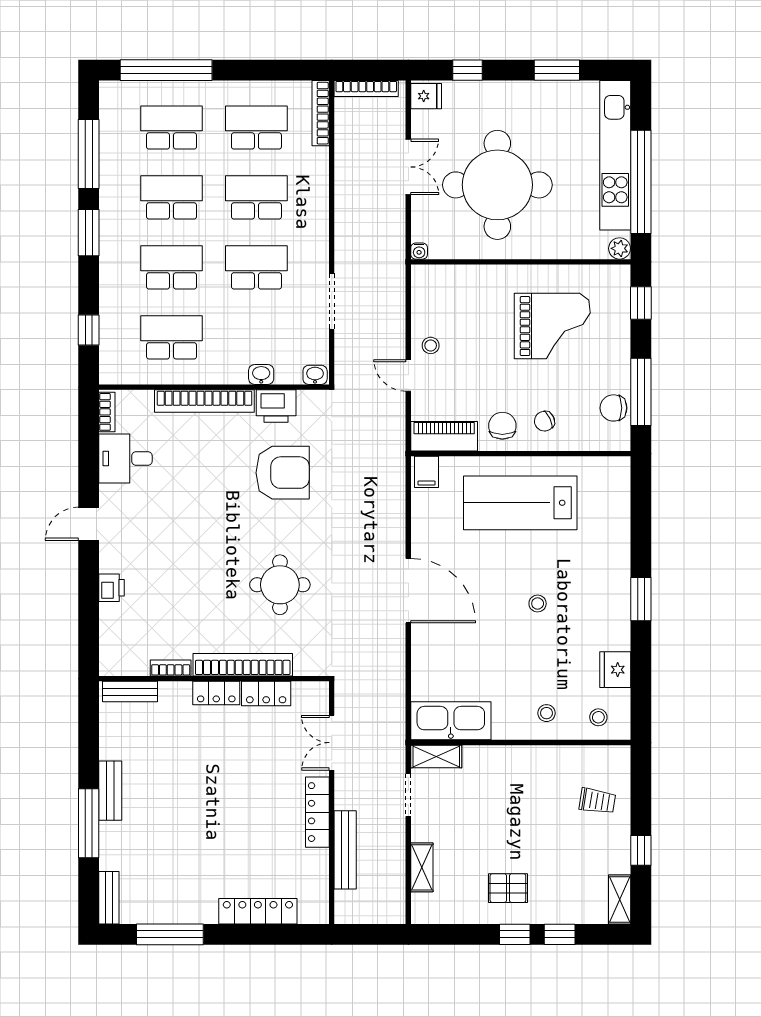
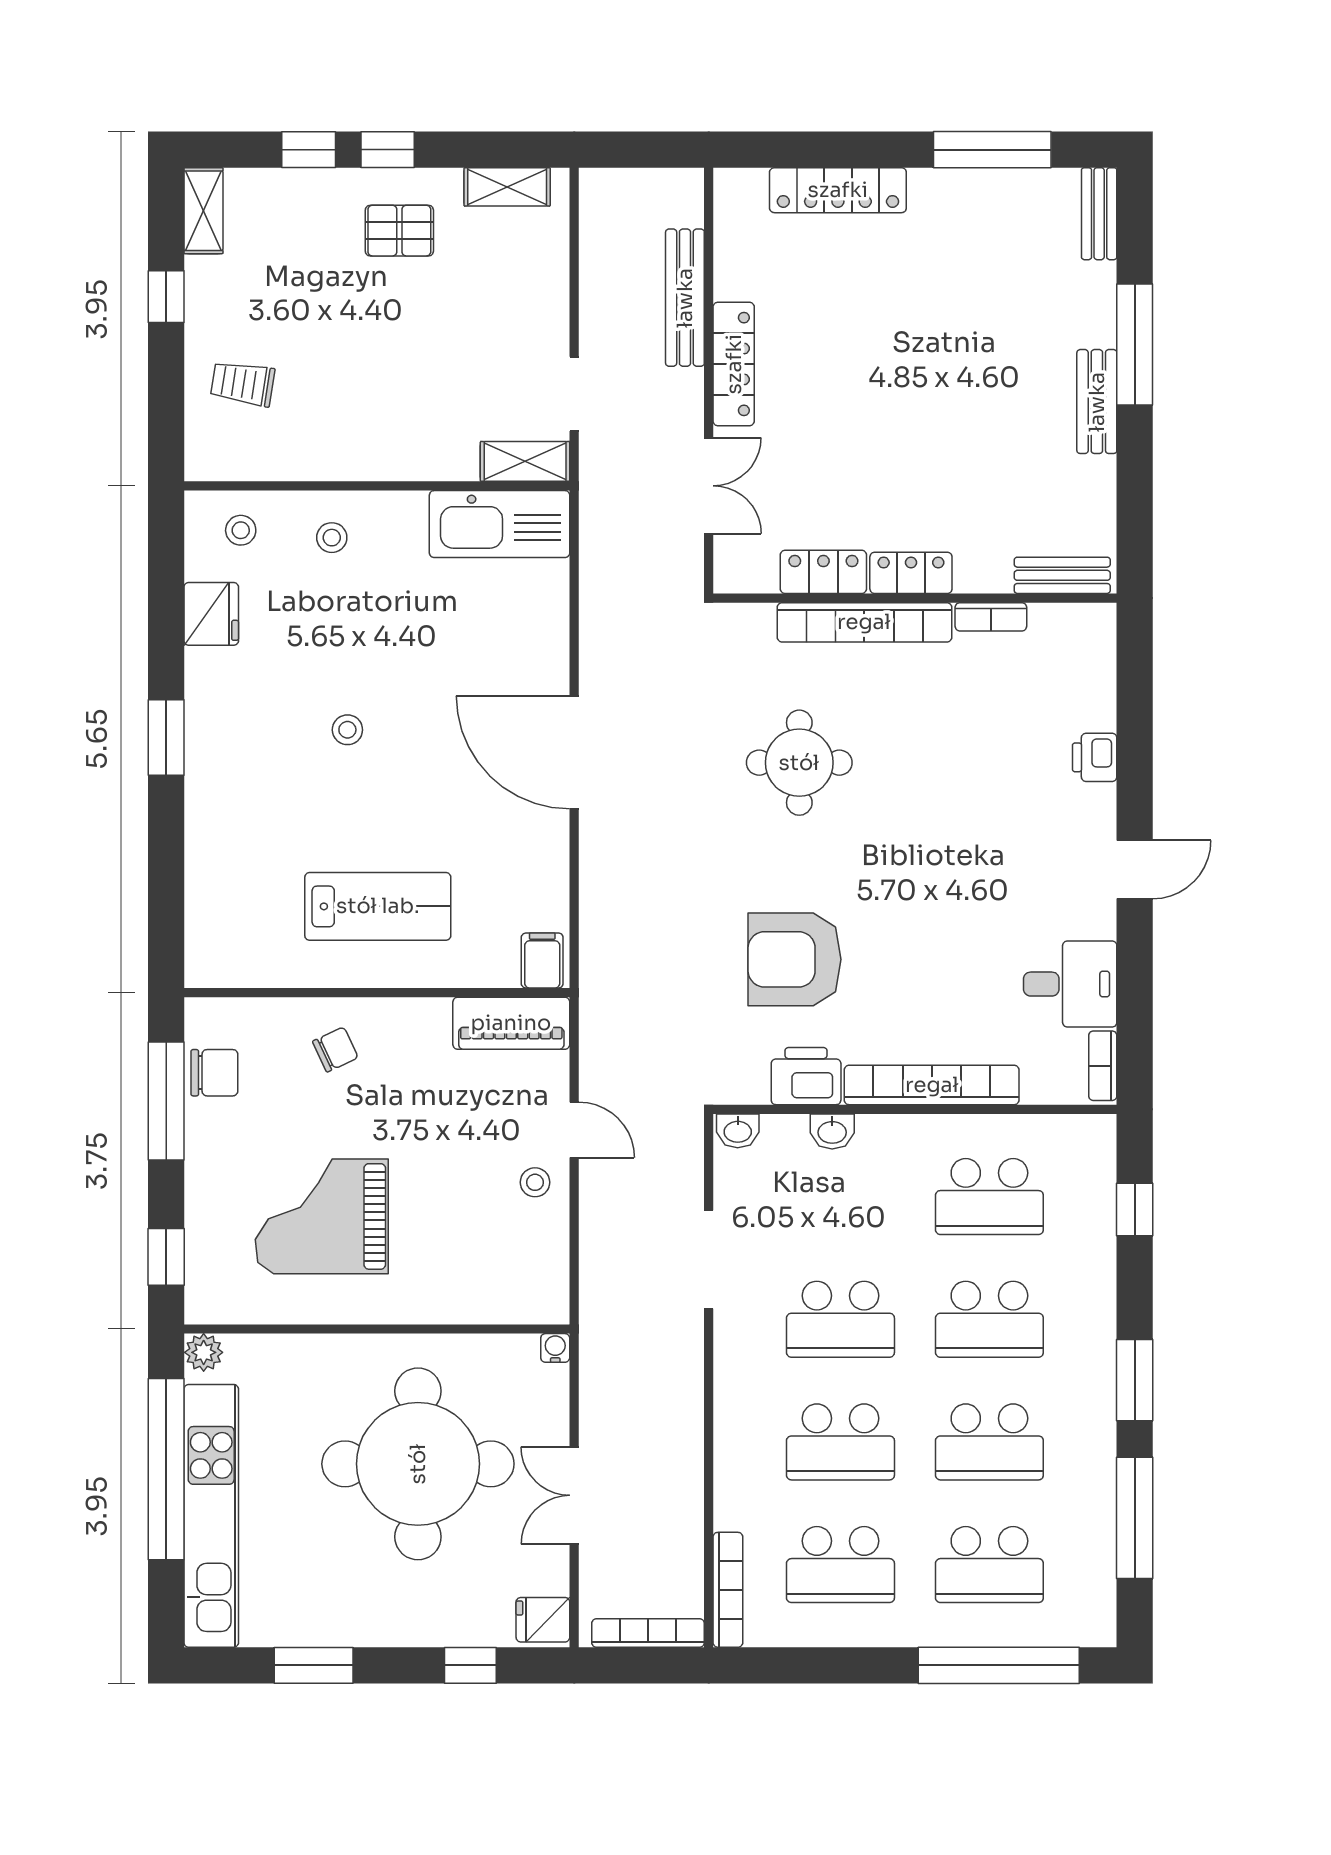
chair: (502, 426) -> (409, 1042), removed
lab bench: (520, 503) -> (378, 906), width x0.73, depth x0.72
shelving: (422, 867) -> (507, 187), moved, turned 90

